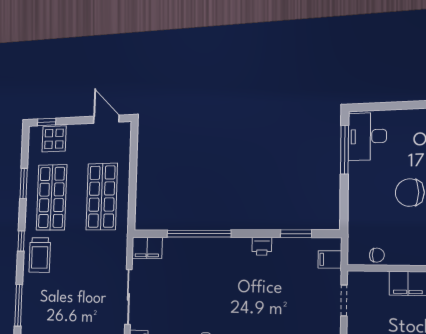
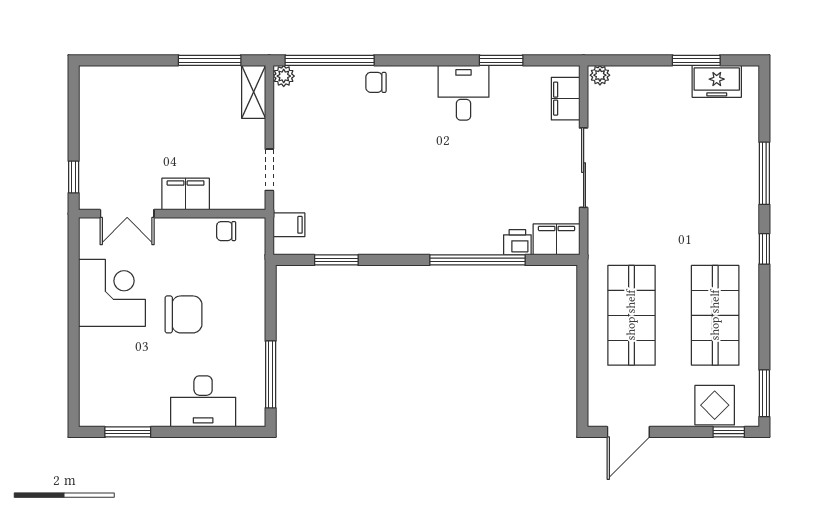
door: (106, 119) -> (628, 432), hinge flipped
desk: (367, 136) -> (203, 401), moved, turned 90
window: (24, 183) -> (764, 393), moved
printer: (262, 246) -> (517, 242), moved
trolley: (40, 255) -> (731, 228), removed
window: (18, 305) -> (764, 173), moved

